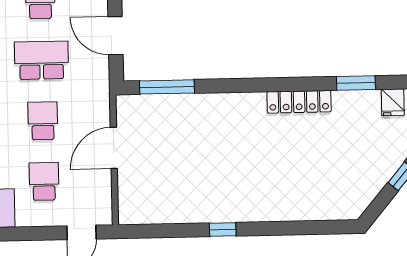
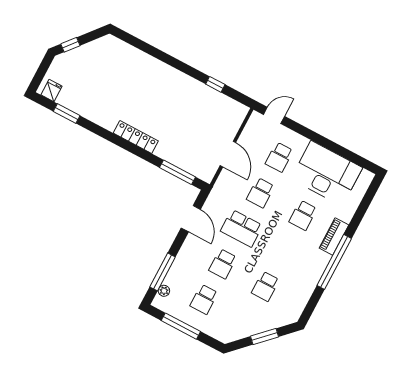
locker: (299, 102) -> (136, 137), moved
door: (114, 148) -> (228, 154), hinge flipped
window: (223, 230) -> (215, 84), moved

